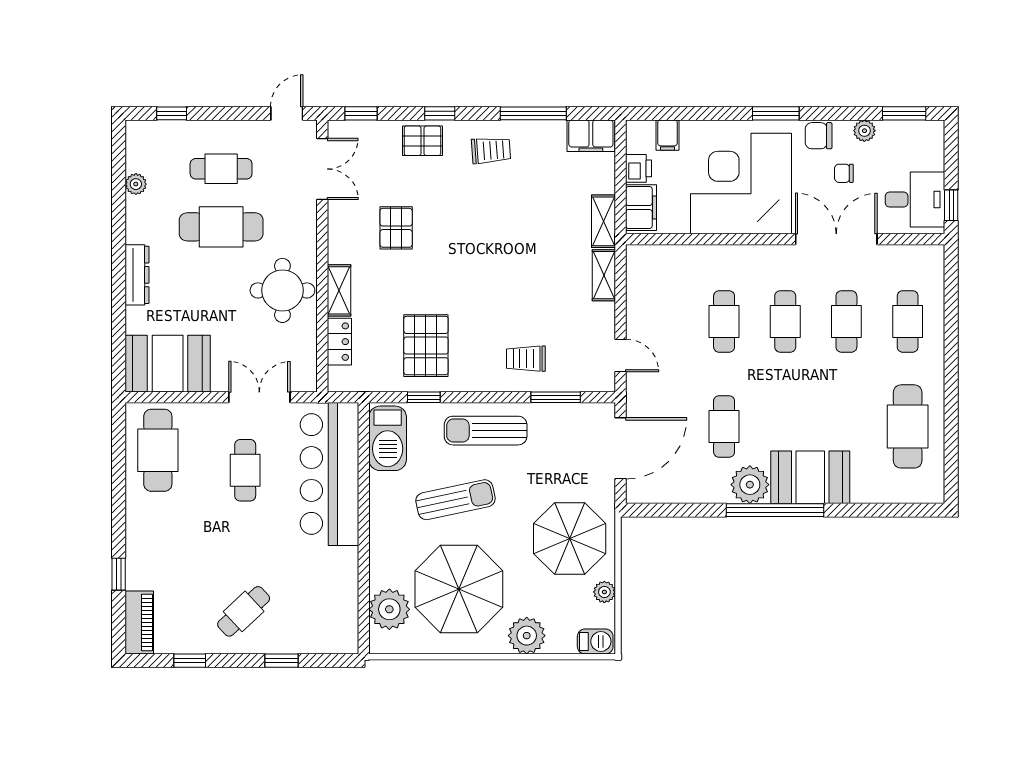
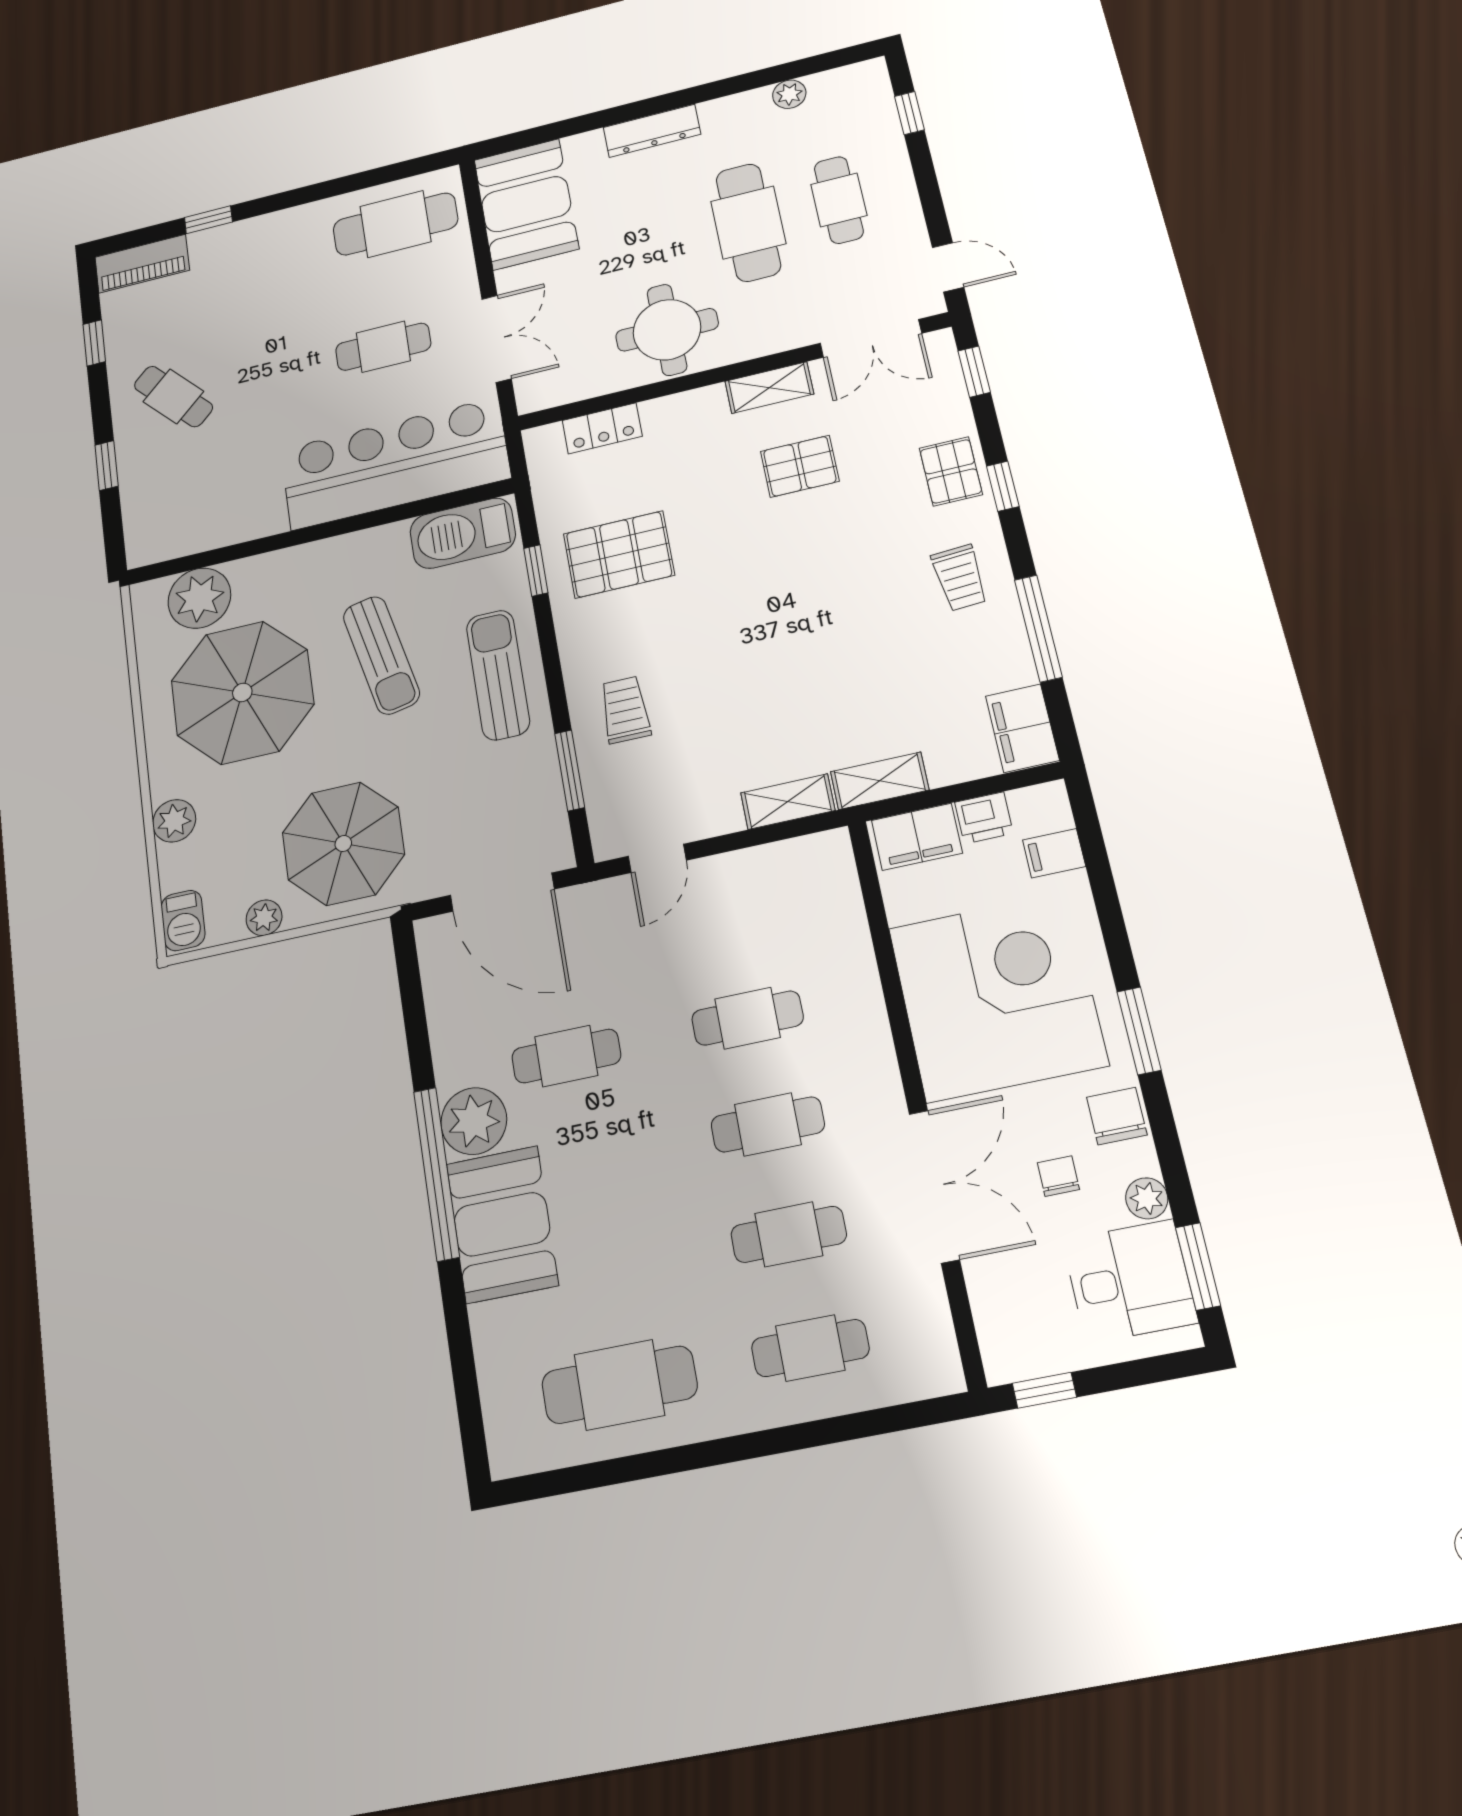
desk: (915, 199) -> (1130, 1281), moved, turned -90
shelving: (339, 290) -> (769, 388), moved
plant: (527, 636) -> (174, 821), width x0.73, depth x0.73

